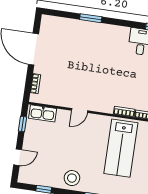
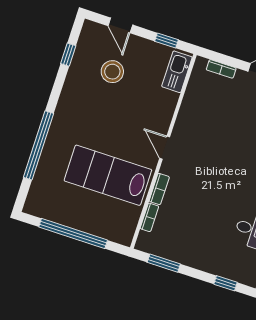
door: (80, 110) -> (165, 148), moved
stool: (72, 178) -> (112, 72), moved

